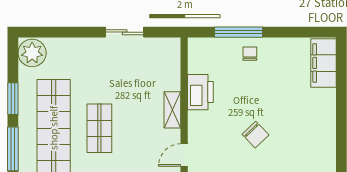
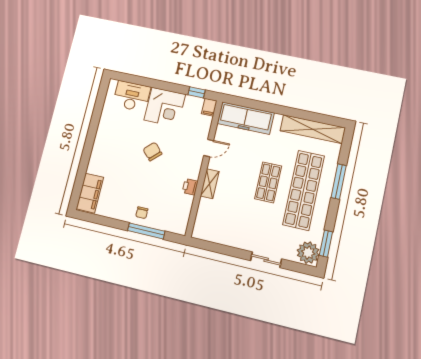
sliding door: (125, 32) -> (266, 260), moved
printer: (200, 92) -> (190, 187), width x0.53, depth x0.68
window: (13, 99) -> (326, 244), moved

